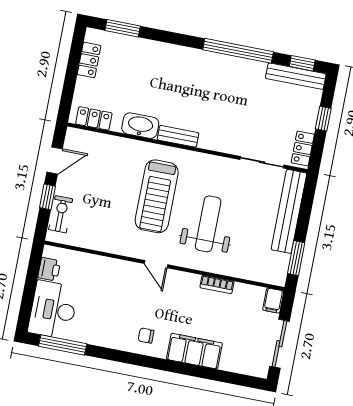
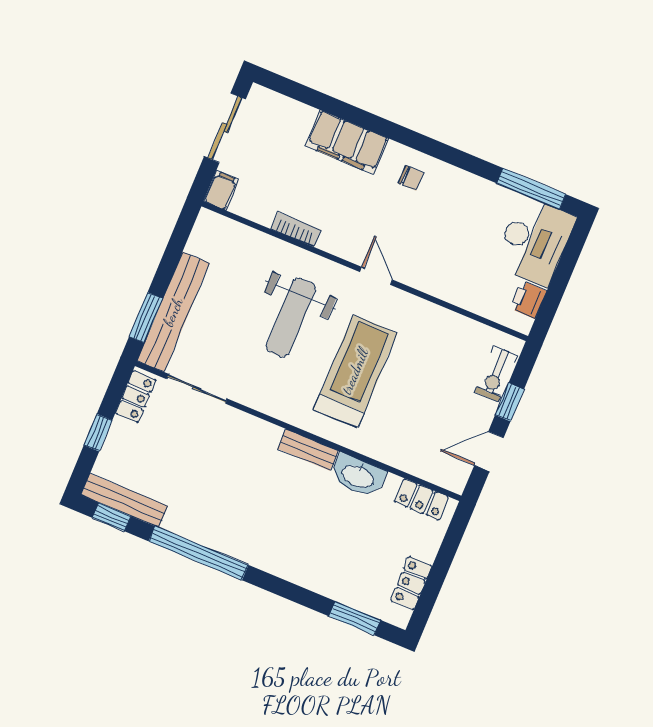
window: (296, 258) -> (146, 318), moved

